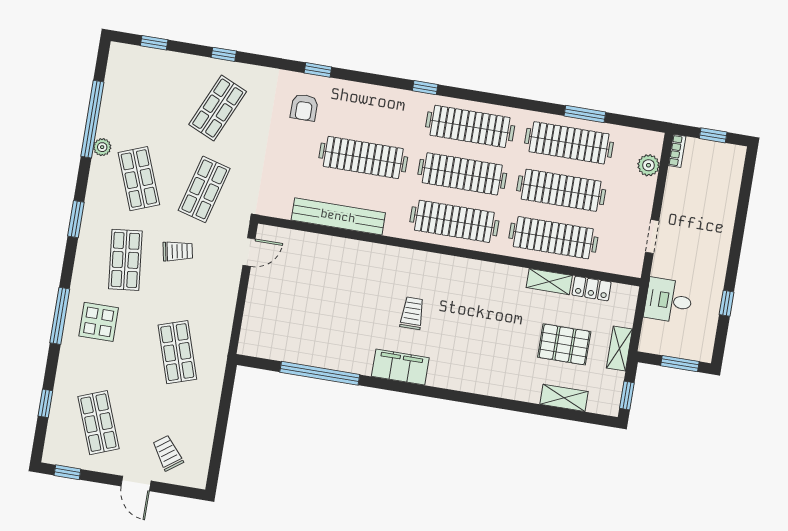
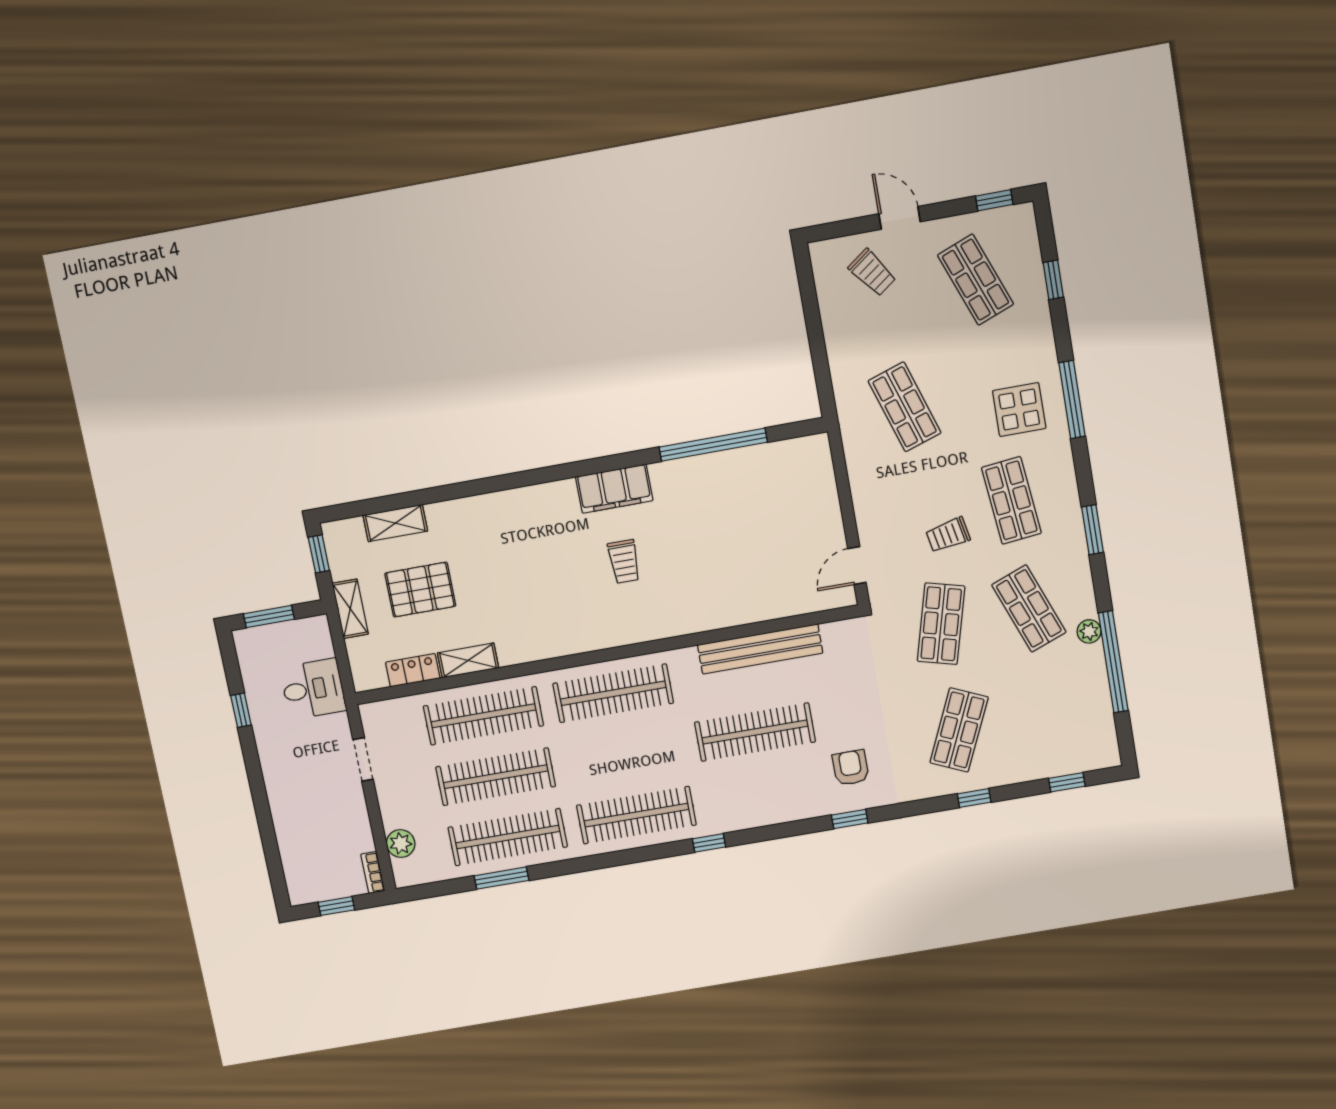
clothes rail: (462, 174) -> (625, 754), removed

